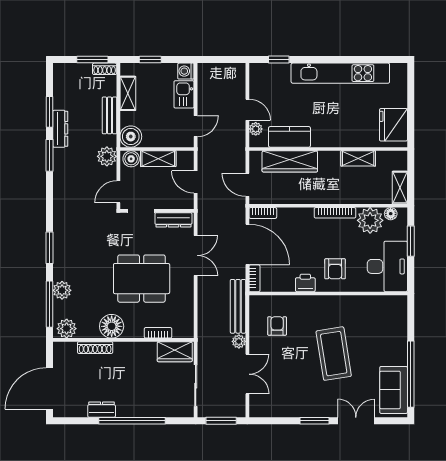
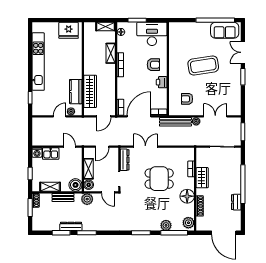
shelving: (358, 158) -> (111, 53), moved
plant: (370, 220) -> (125, 44), removed
dining table: (142, 279) -> (159, 179), width x0.73
wardrobe: (175, 352) -> (202, 178), moved

